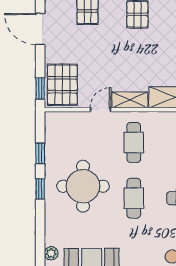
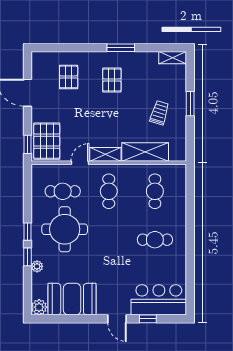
window: (40, 153) -> (27, 257), moved
cafe table: (134, 198) -> (63, 191), moved, turned 90
plant: (51, 253) -> (37, 266), moved

